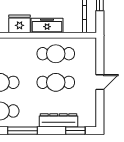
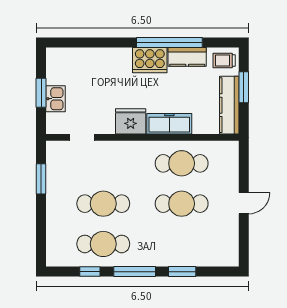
dresser: (58, 120) -> (185, 257), removed
window: (75, 131) -> (182, 272), moved

